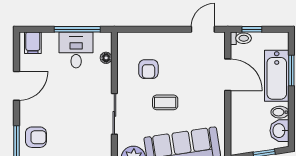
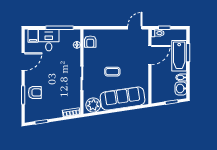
desk: (76, 50) -> (49, 40), moved
armchair: (148, 69) -> (90, 42), moved
door: (228, 75) -> (150, 55), hinge flipped

